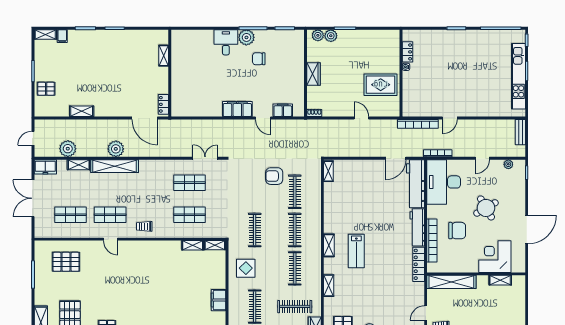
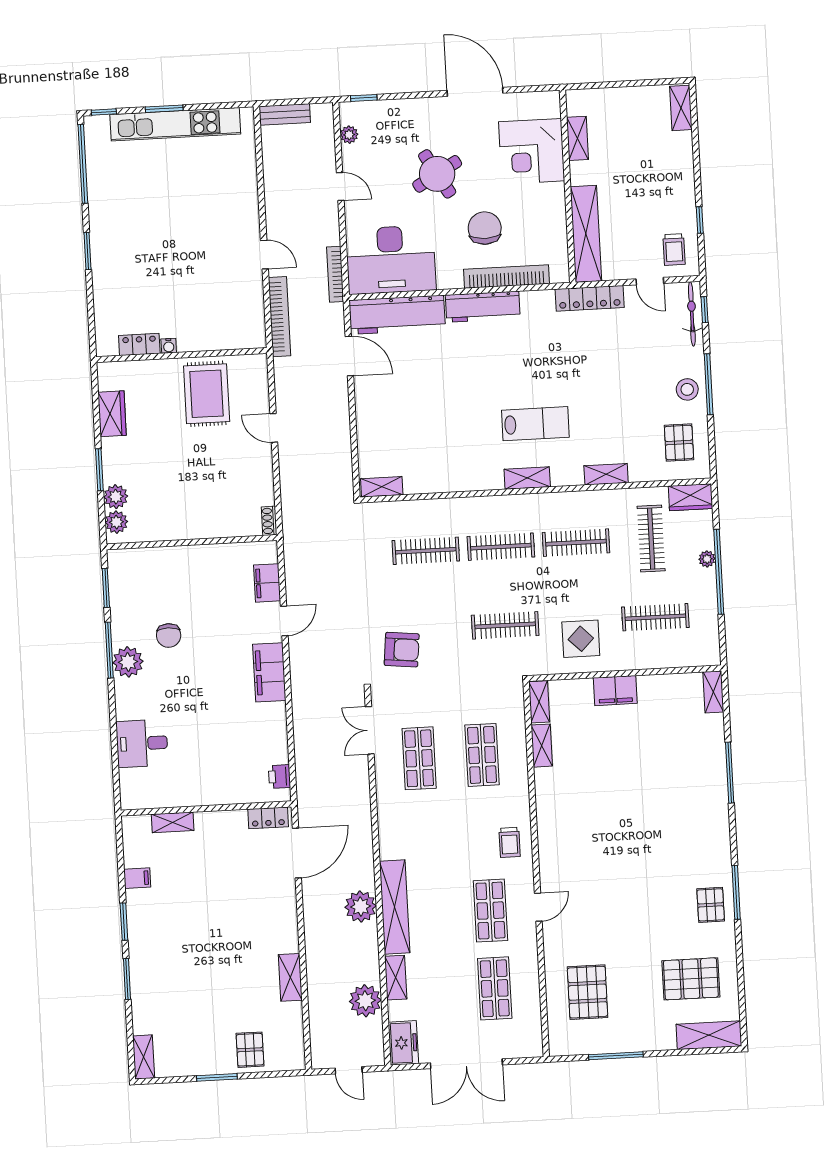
filing cabinet: (62, 36) -> (137, 878), moved
desk: (226, 42) -> (142, 743), moved
wardrobe: (314, 74) -> (112, 414), moved, turned 90
printer: (184, 111) -> (279, 777), added
door: (361, 118) -> (274, 428), hinge flipped
armchair: (274, 176) -> (402, 650), moved, turned -84
locker: (419, 264) -> (590, 298), moved
filing cabinet: (219, 300) -> (615, 691), moved

